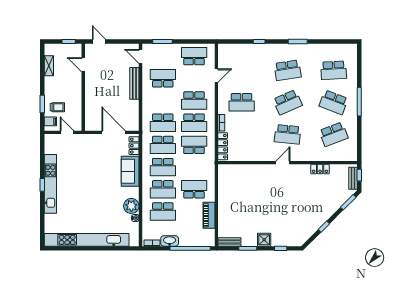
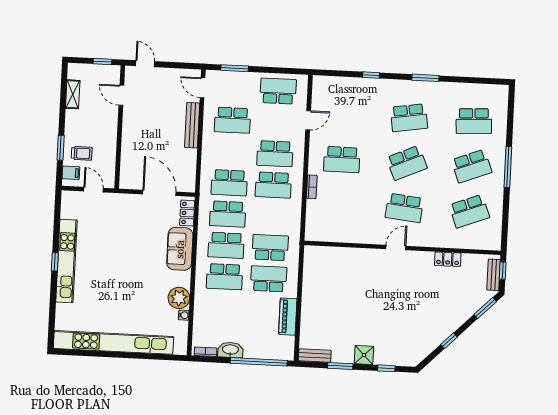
school desk: (163, 78) -> (232, 120), turned 180
school desk: (334, 102) -> (472, 166), turned -42
school desk: (194, 145) -> (270, 248), moved
locker: (223, 146) -> (312, 220), removed
school desk: (163, 211) -> (223, 308), removed

